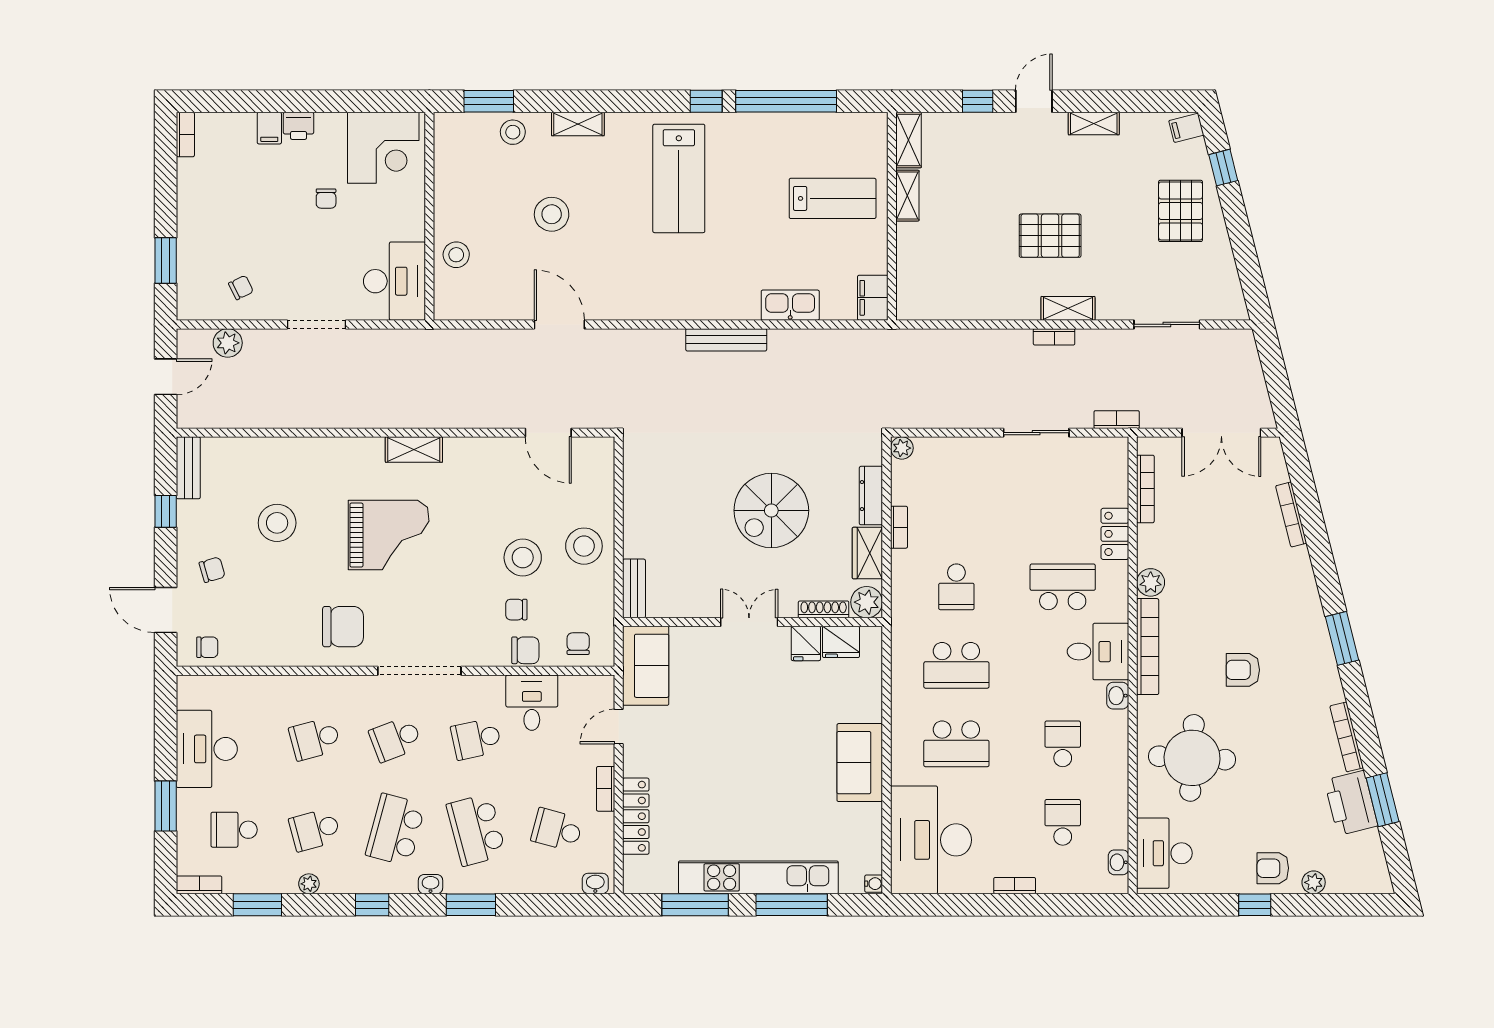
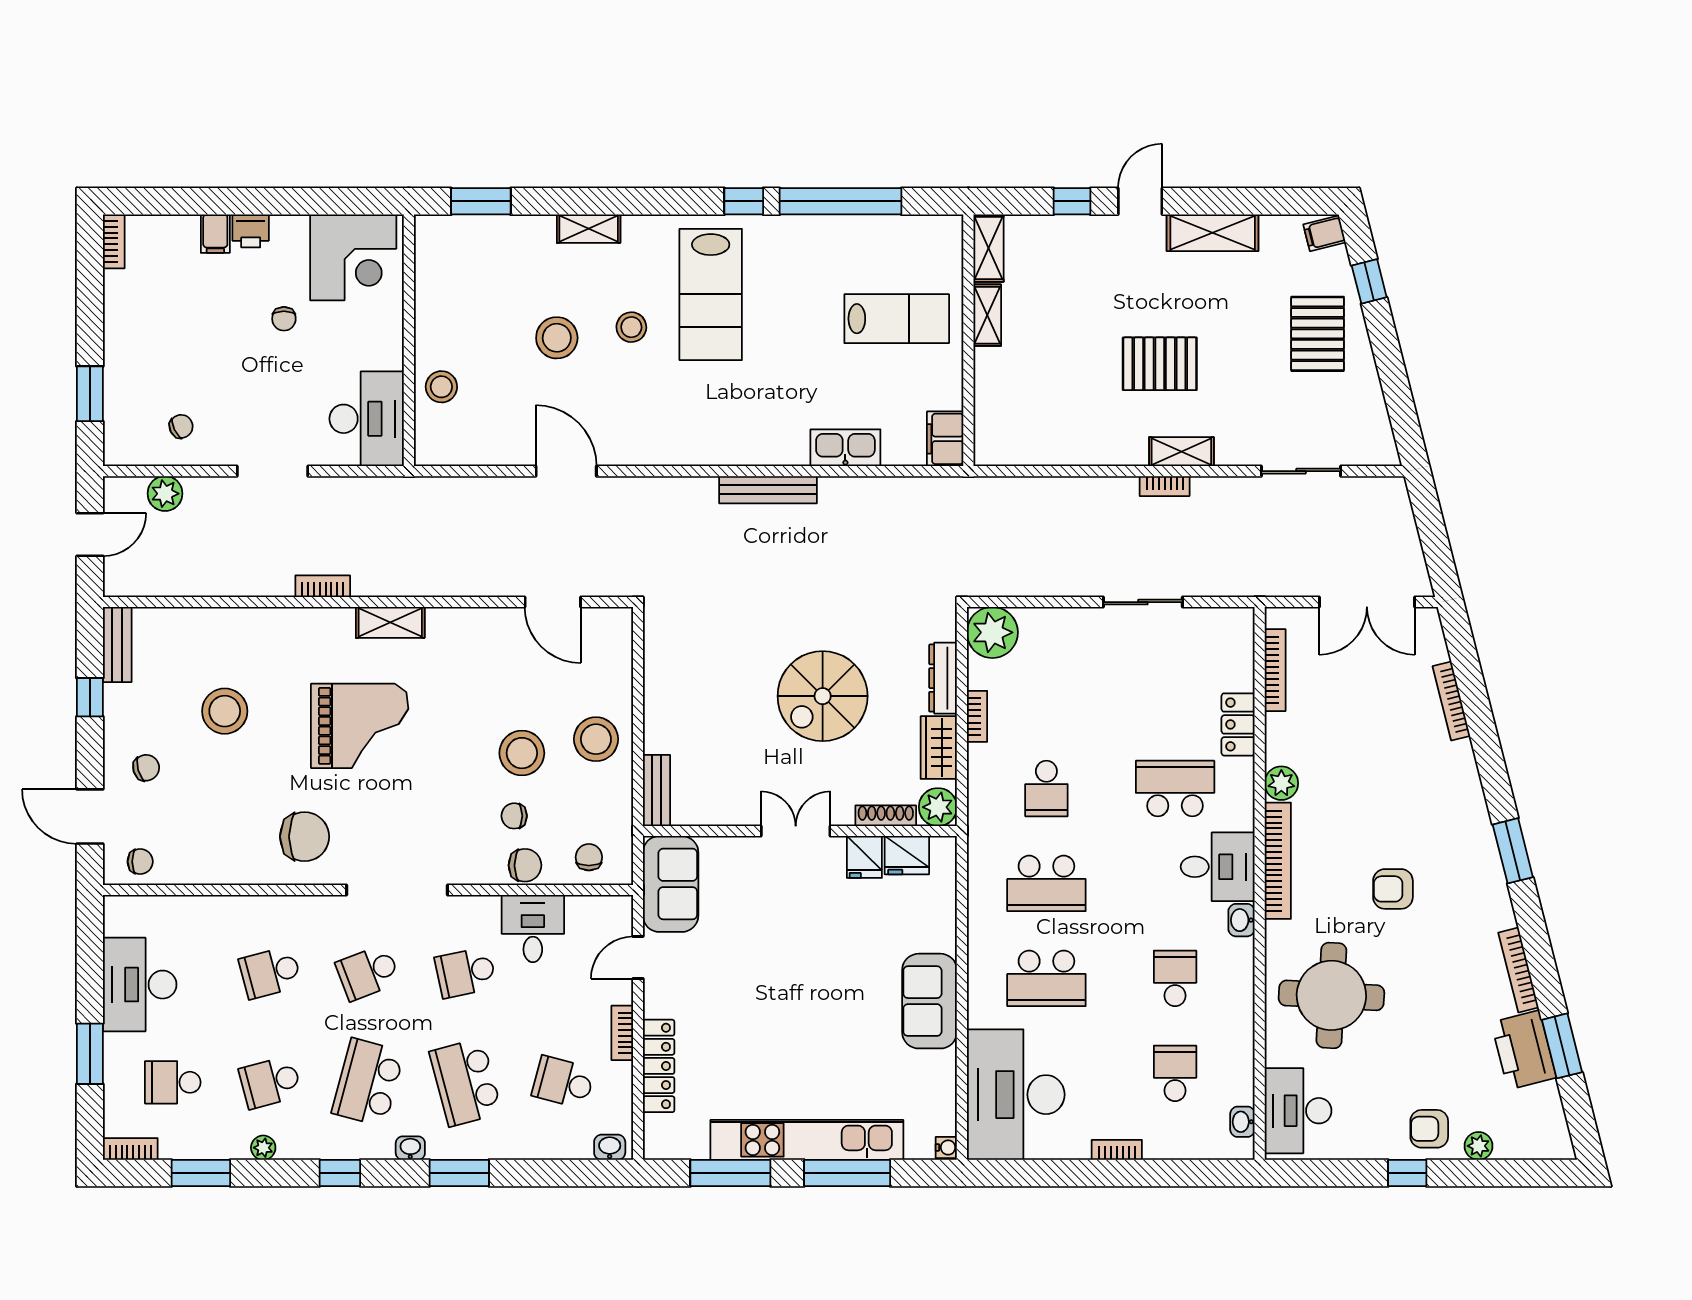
shelving: (1094, 124) -> (1213, 233), width x1.50, depth x1.33
stool: (513, 132) -> (631, 327), moved
bookcase: (1117, 420) -> (323, 586), moved
plant: (902, 448) -> (992, 632), width x1.87, depth x1.87

